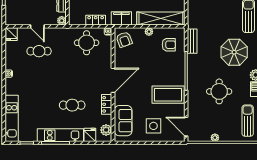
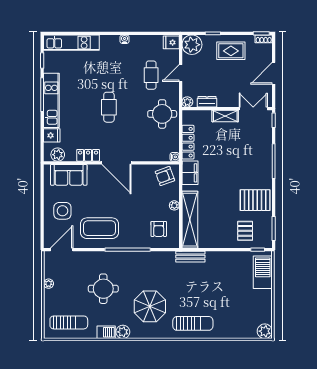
plant: (13, 17) -> (192, 45), added
locker: (96, 20) -> (188, 142), width x1.53
bench: (192, 41) -> (190, 257), moved
round table: (87, 43) -> (162, 114), moved
coffee table: (168, 95) -> (100, 228), turned 90
cafe table: (72, 105) -> (109, 107), moved

